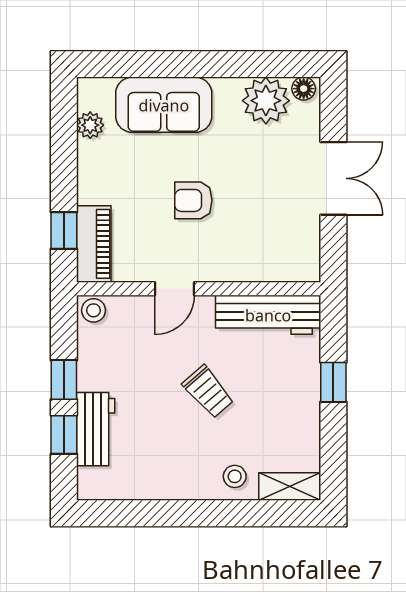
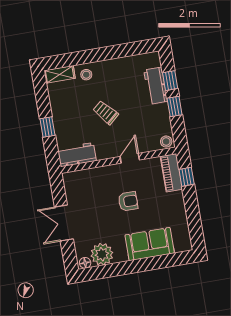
plant: (90, 125) -> (183, 228), removed
workbench: (268, 315) -> (77, 155), width x0.73

